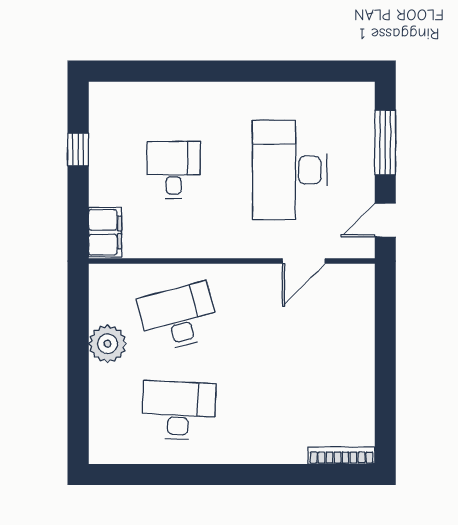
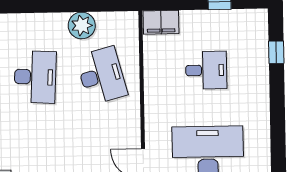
window: (150, 71) -> (276, 52), added

